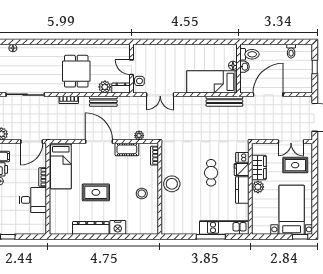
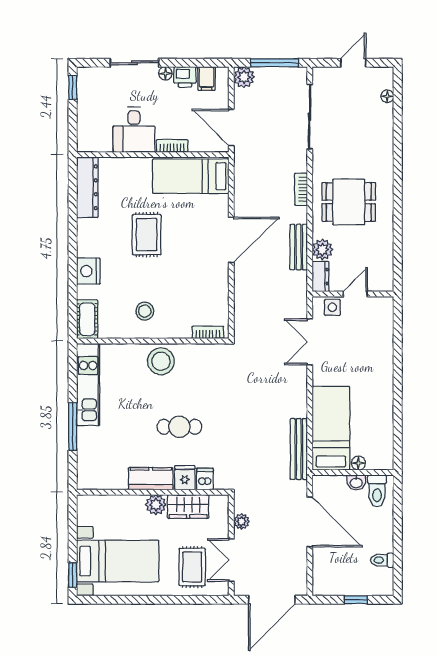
plant: (139, 136) -> (241, 521), moved
cot: (127, 149) -> (87, 319), moved
kitchen unit: (224, 227) -> (88, 384), moved
dresser: (91, 228) -> (87, 187), moved

